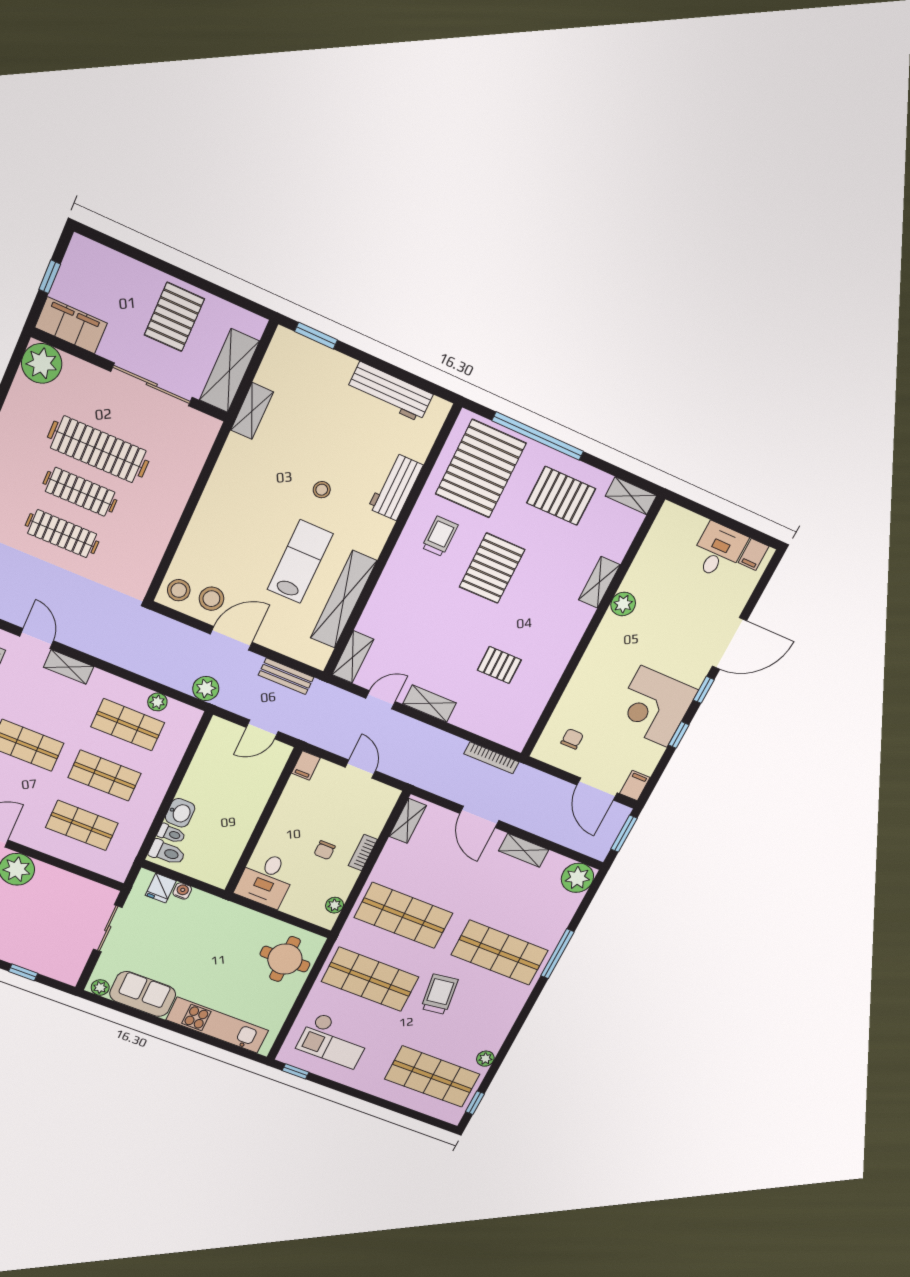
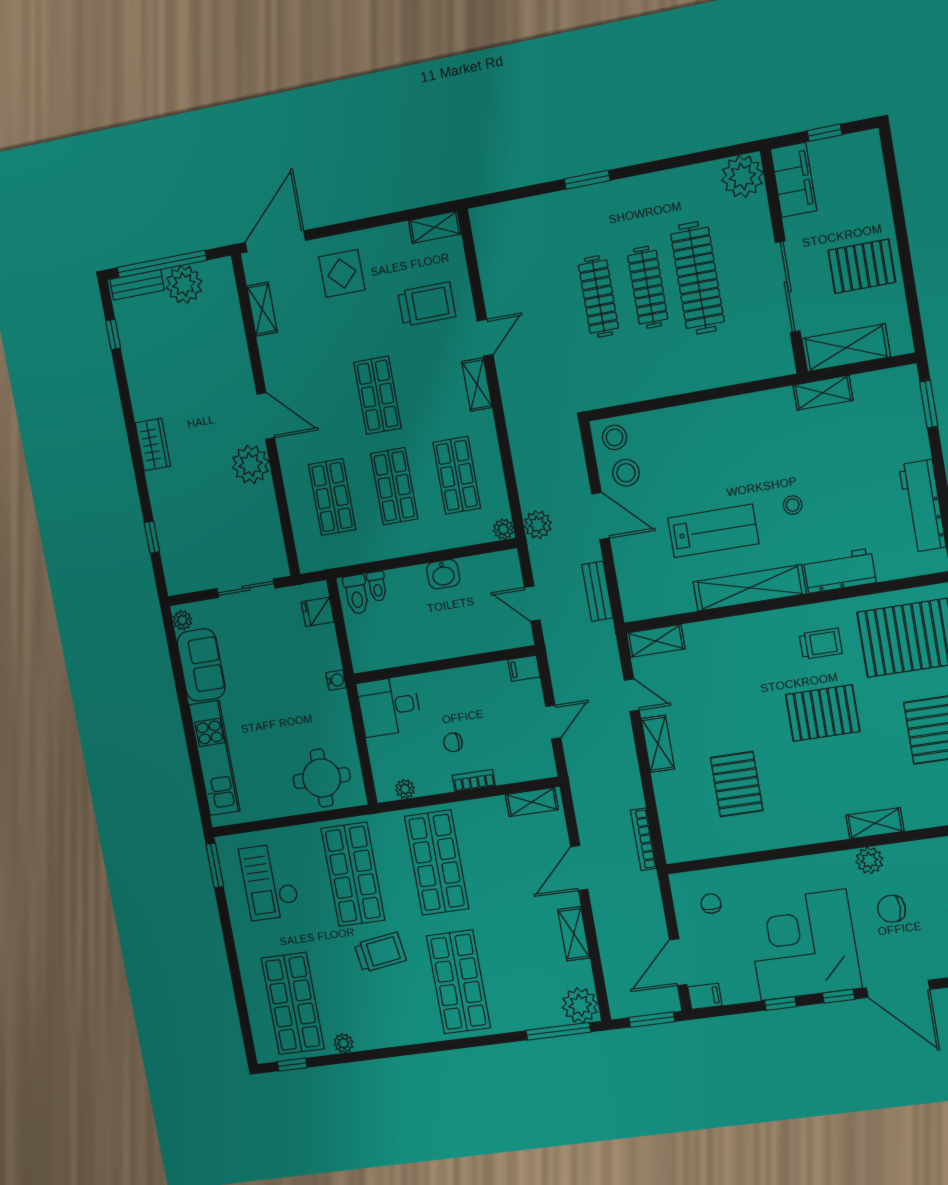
shelving: (344, 599) -> (750, 588), moved
chair: (669, 611) -> (892, 909), added
pallet: (499, 665) -> (737, 784), width x1.50, depth x1.42
plant: (157, 702) -> (503, 529), moved
corner desk: (654, 706) -> (803, 945), width x1.36, depth x1.36
chair: (572, 739) -> (711, 904), turned -90
washbasin: (180, 813) -> (443, 574), moved
water cooler: (182, 891) -> (336, 680), moved
window: (557, 954) -> (558, 1031), moved
window: (296, 1071) -> (215, 866), width x1.50

